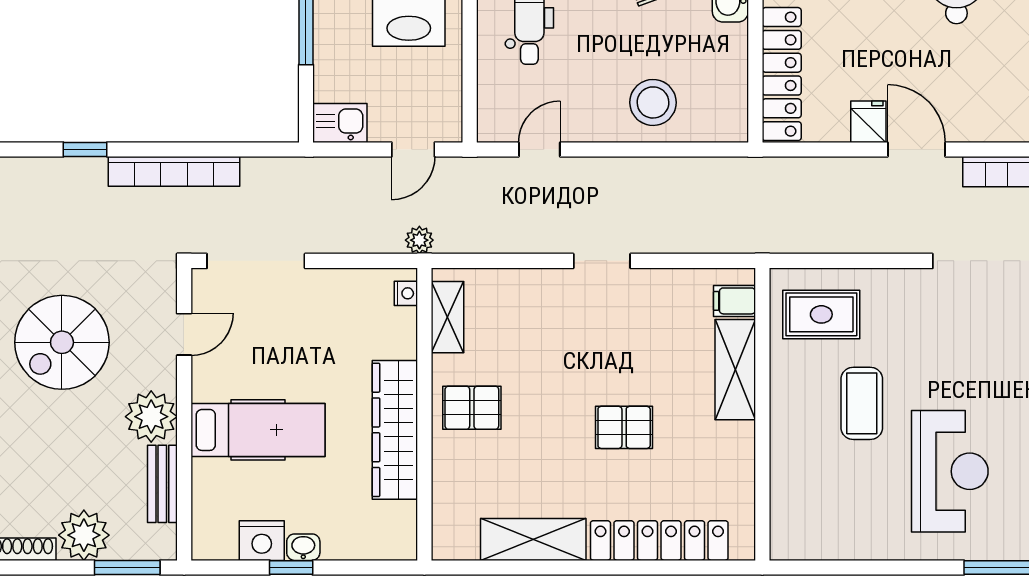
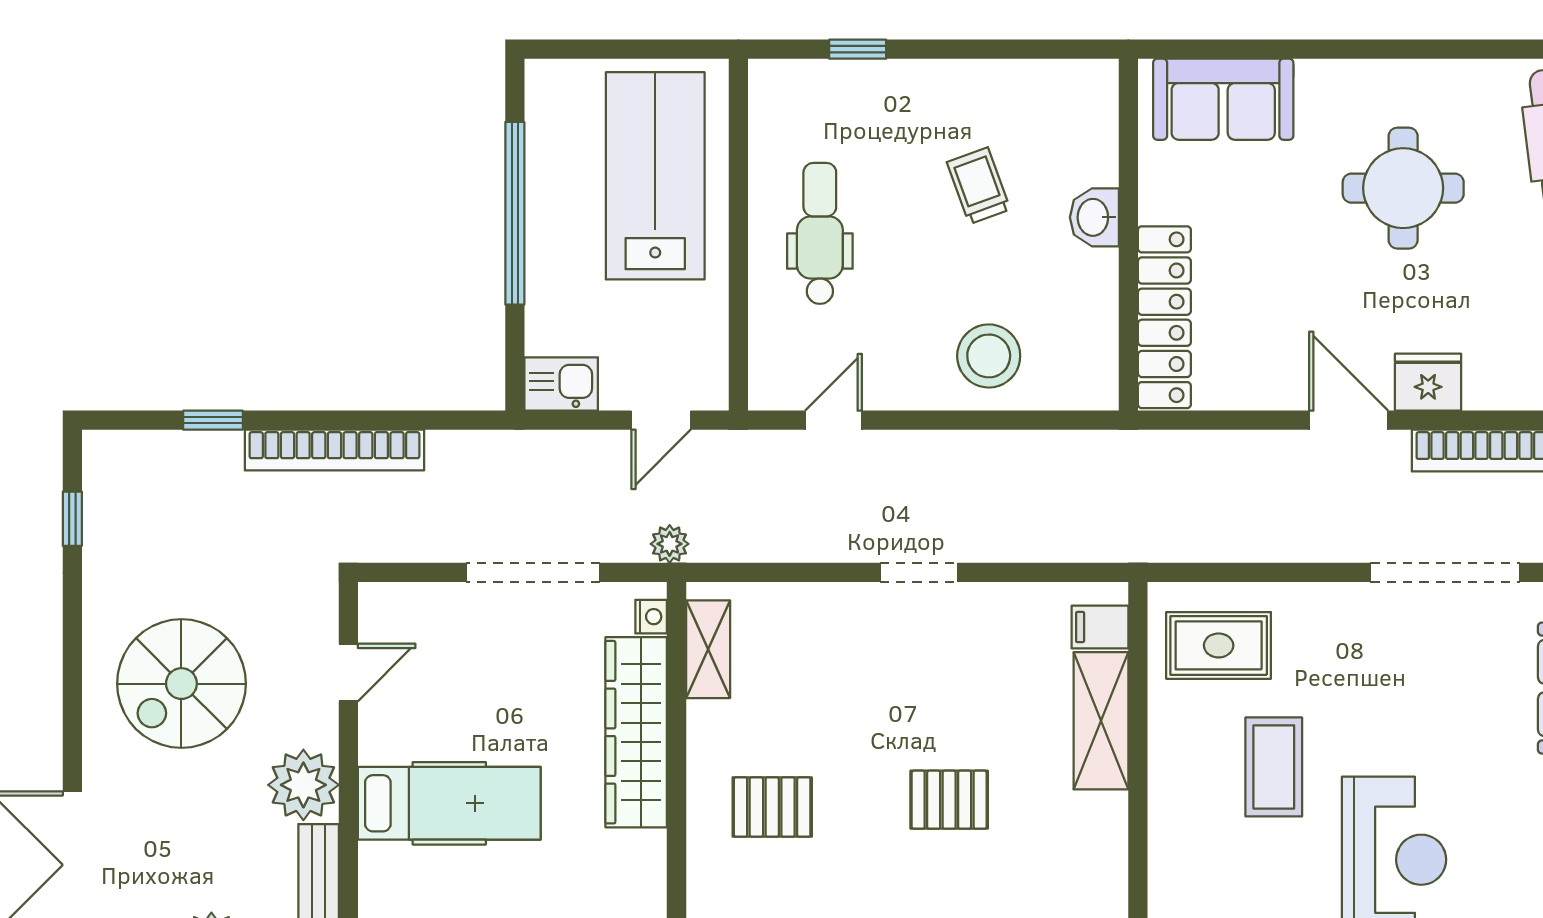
fridge: (868, 122) -> (1428, 382), moved, width x1.38
doorway: (256, 261) -> (533, 572), moved
pallet: (472, 408) -> (772, 807), moved
wardrobe: (395, 430) -> (636, 732), moved

